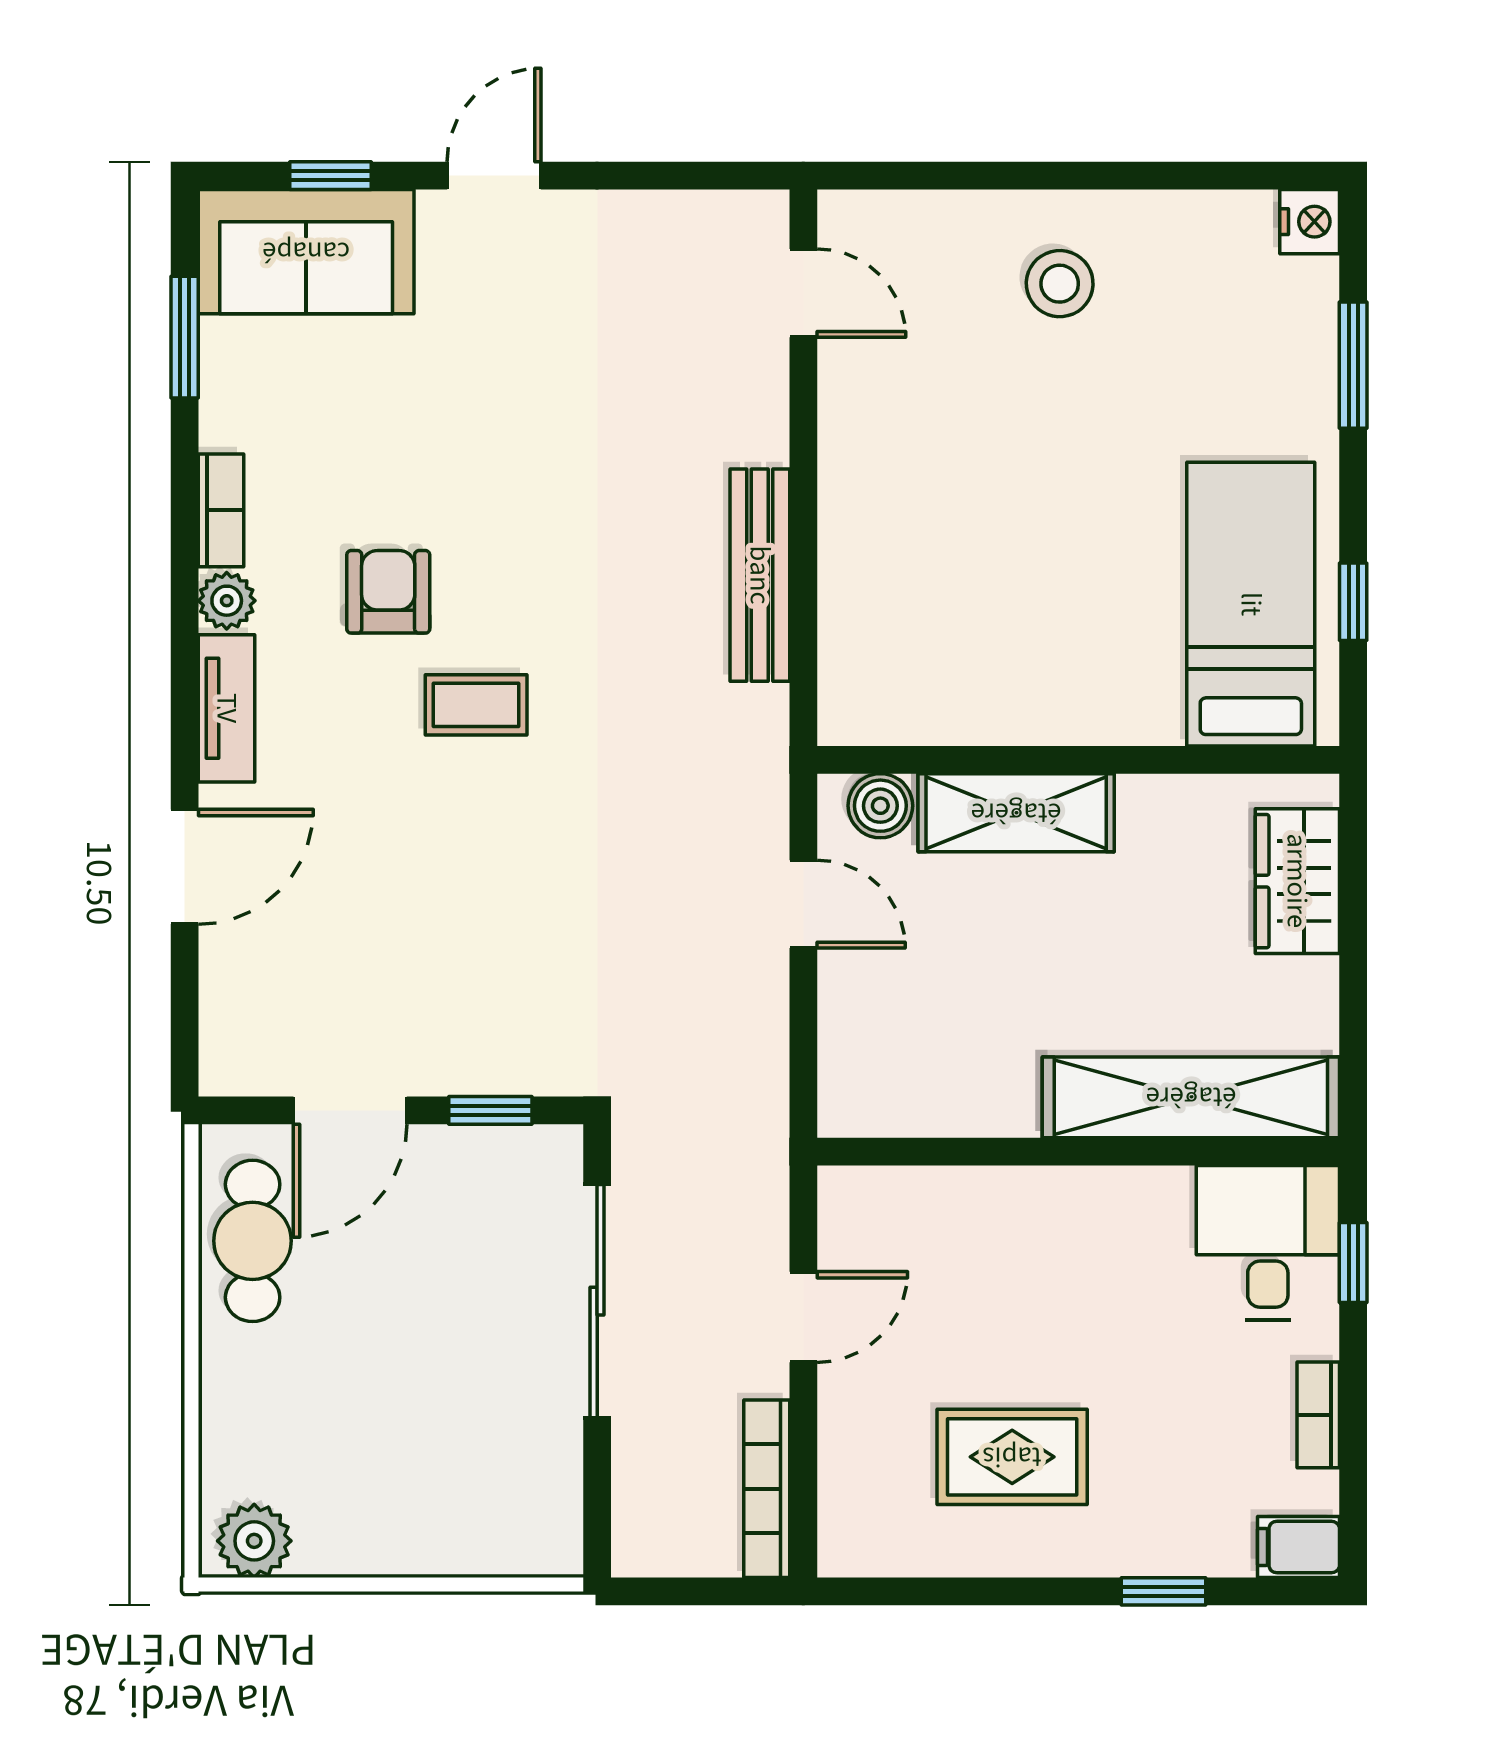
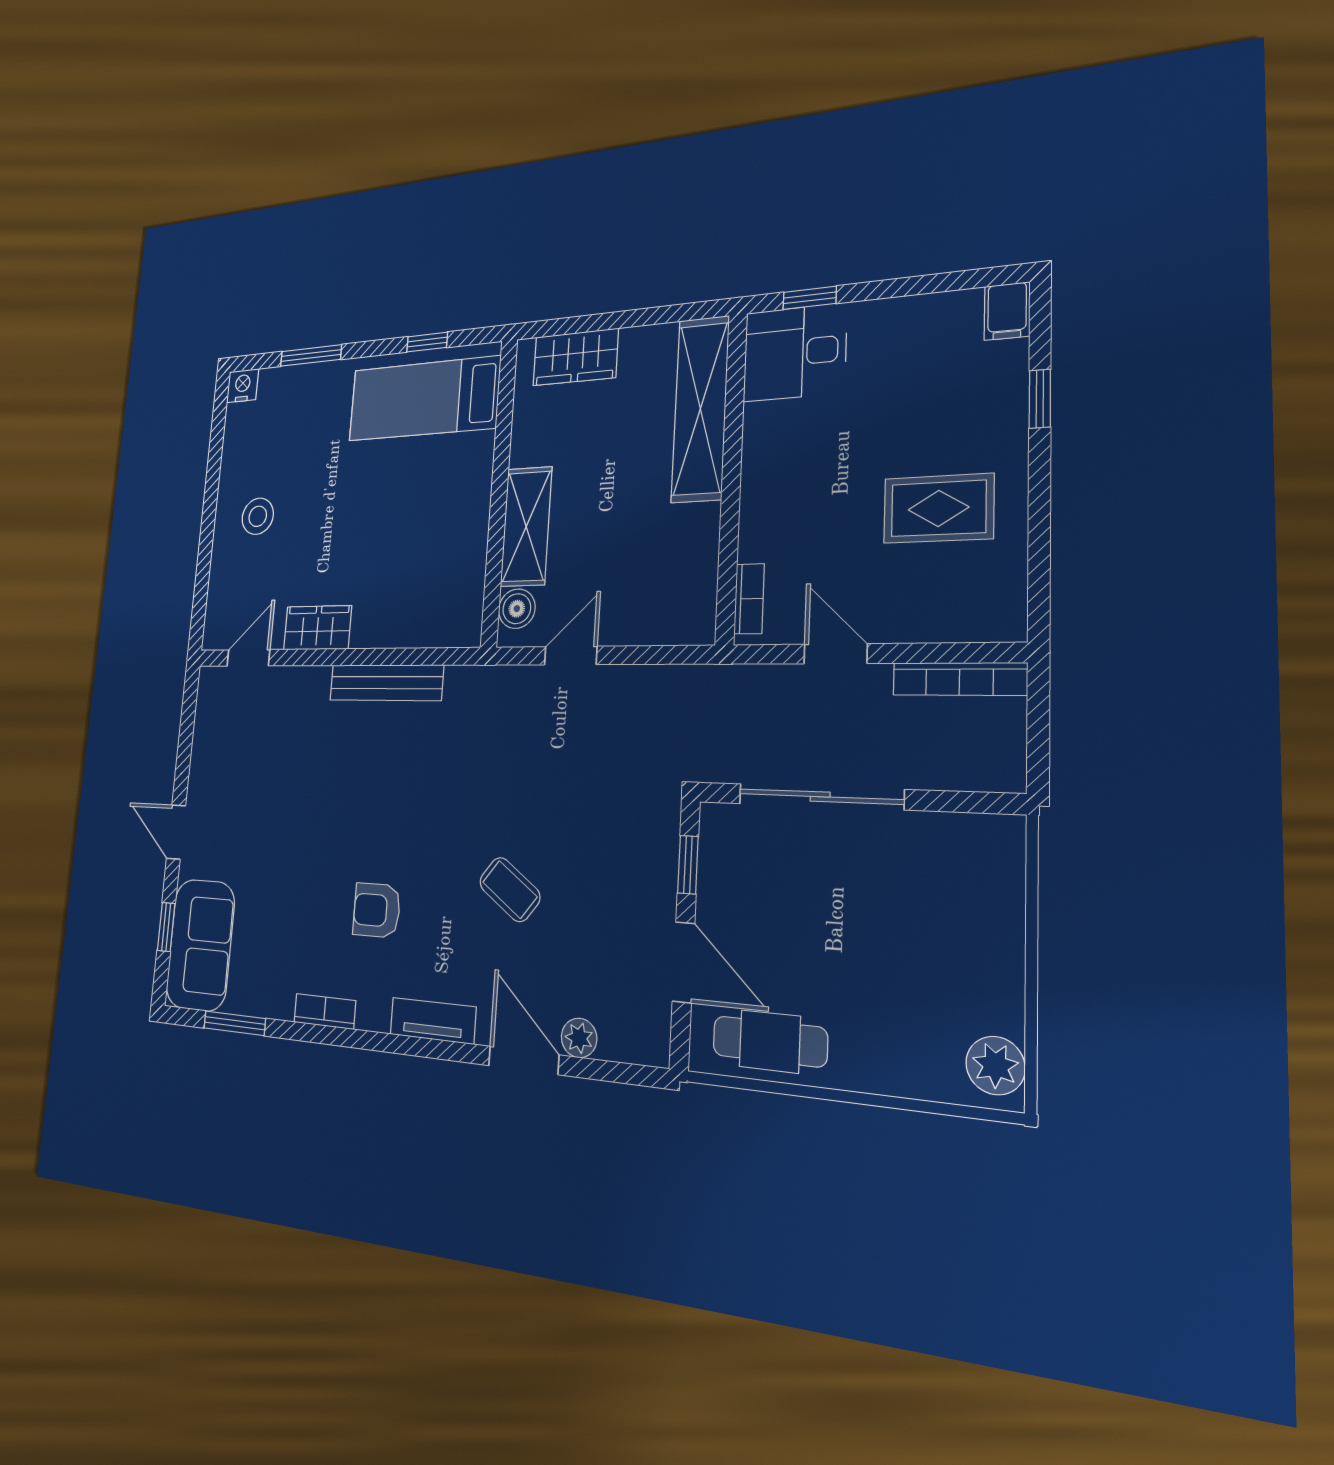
wardrobe: (855, 431) -> (317, 628), added
plant: (227, 601) -> (579, 1038), moved
coffee table: (476, 705) -> (510, 890), moved, turned -53
bookcase: (1318, 1415) -> (749, 599), moved, turned -90
rug: (1012, 1457) -> (938, 508), turned 90

